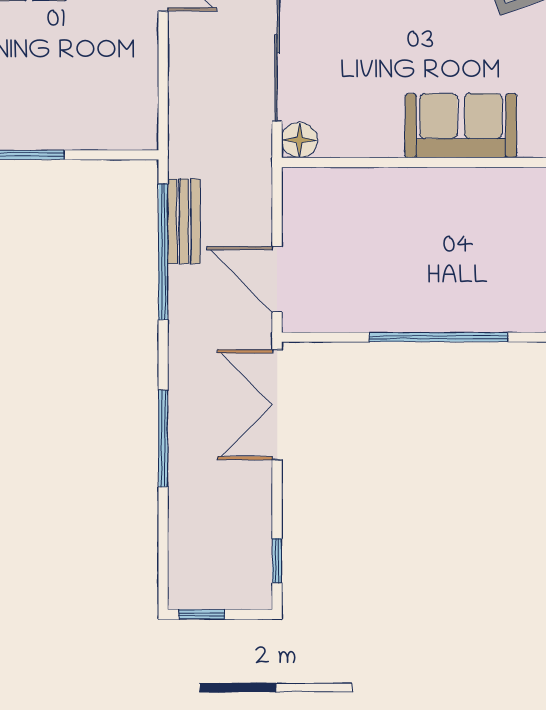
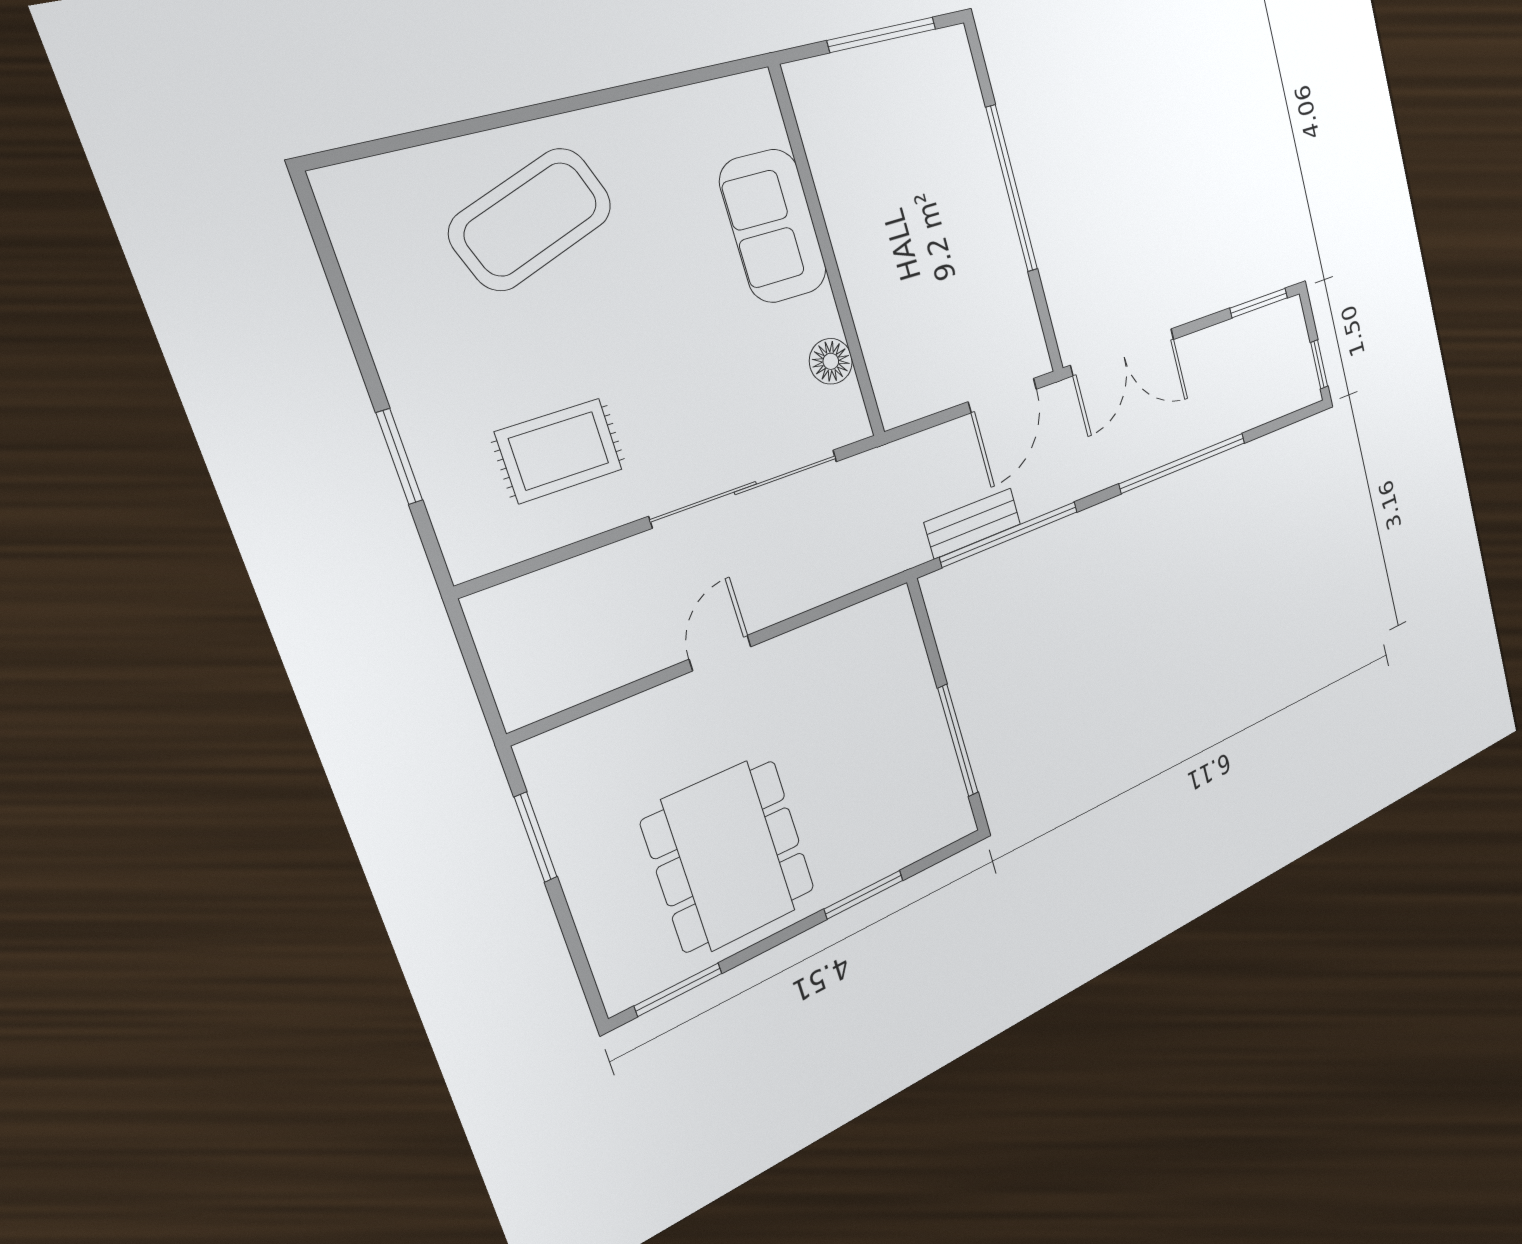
floor lamp: (300, 140) -> (831, 361), moved
window: (163, 439) -> (1183, 463), width x1.46
window: (277, 561) -> (1259, 303), width x1.50

